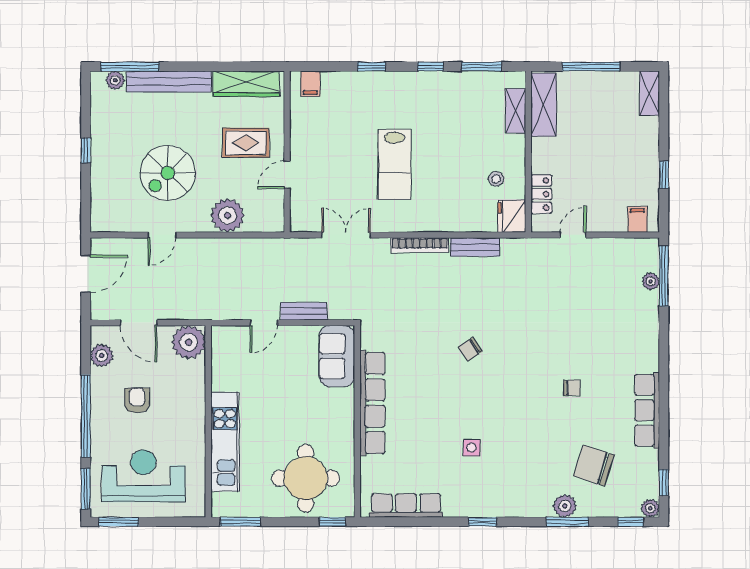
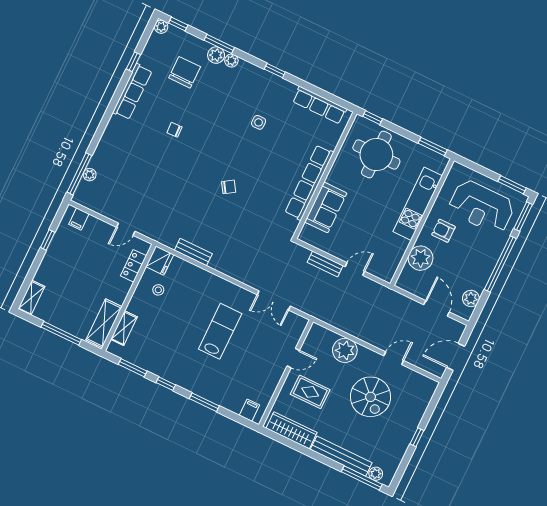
window: (372, 67) -> (204, 402), width x1.50
spiral stairs: (168, 173) -> (371, 397), turned 90
bookcase: (420, 245) -> (229, 271), removed
plant: (189, 342) -> (421, 258), moved
sofa: (337, 356) -> (326, 208), moved
armchair: (137, 400) -> (443, 231), moved, turned 90
chair: (594, 466) -> (185, 72), turned -108
window: (664, 483) -> (133, 62), moved
plant: (542, 508) -> (231, 61), added

